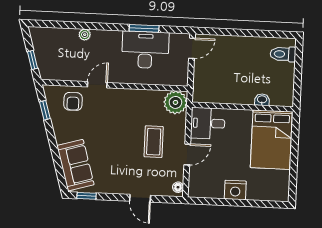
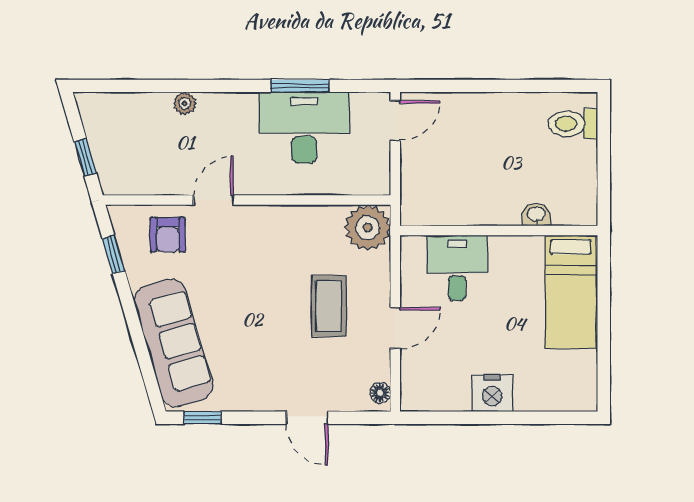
desk: (208, 123) -> (457, 268), moved, turned 90
bed: (271, 140) -> (571, 292), width x0.67
sofa: (75, 165) -> (173, 343), width x1.36

